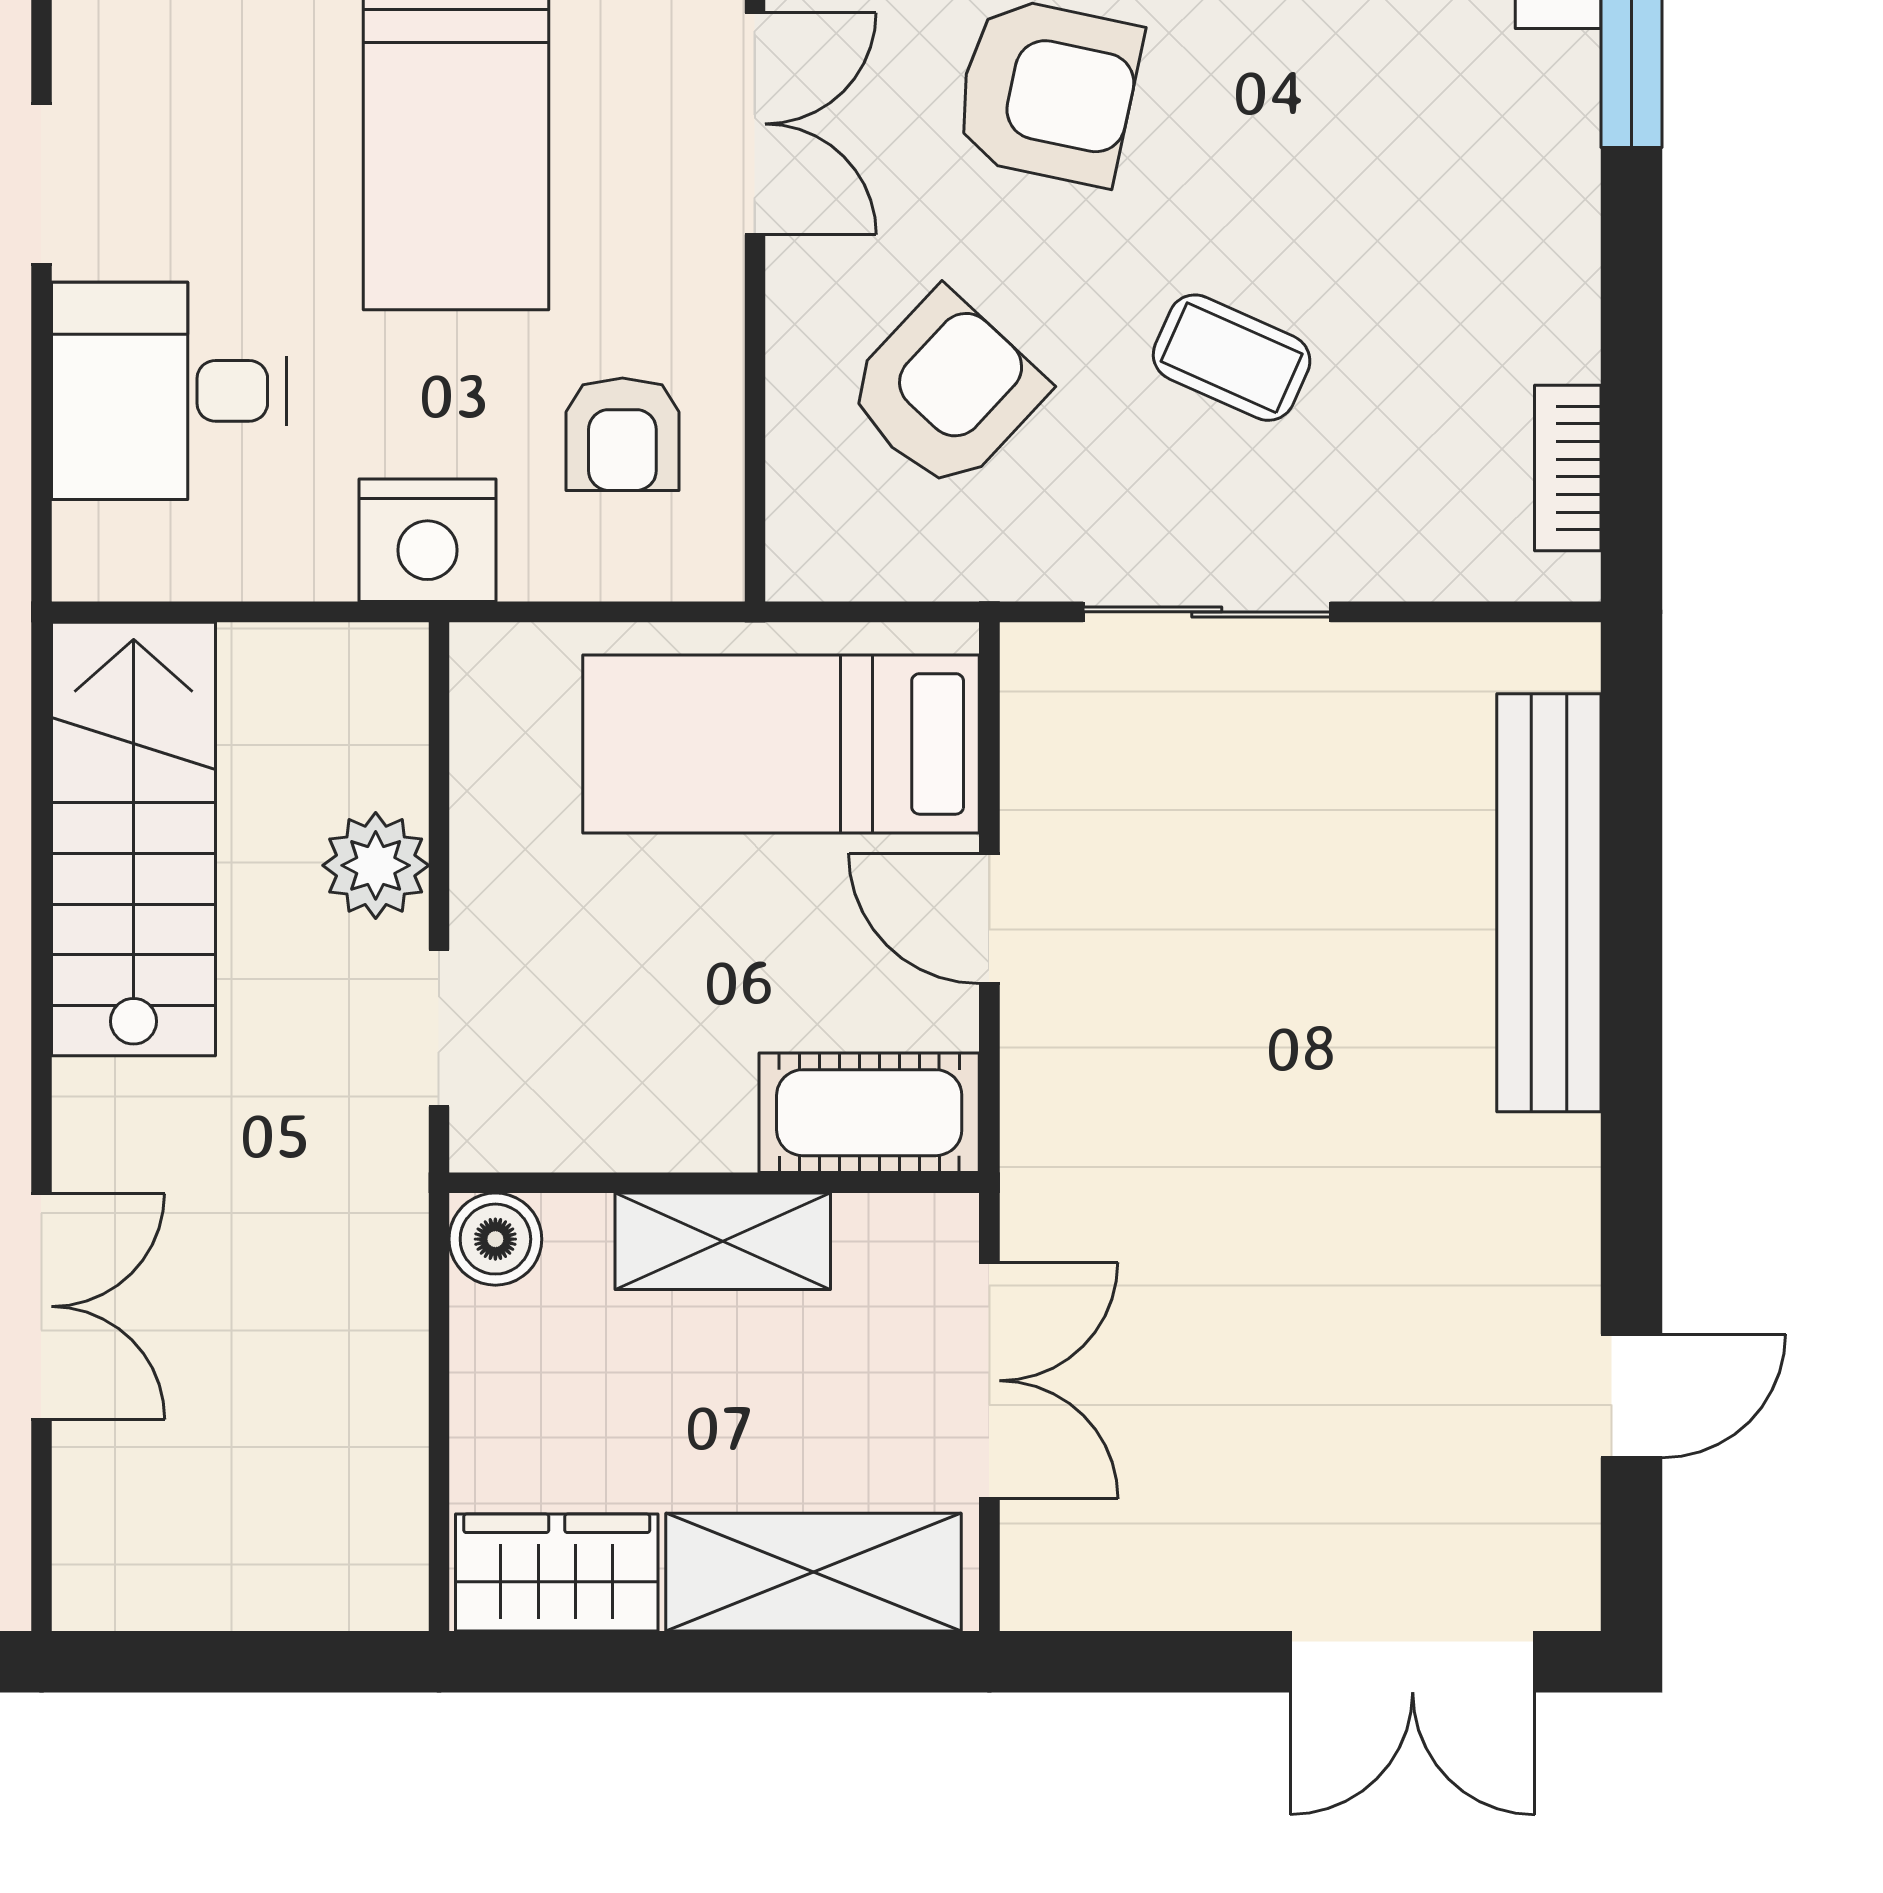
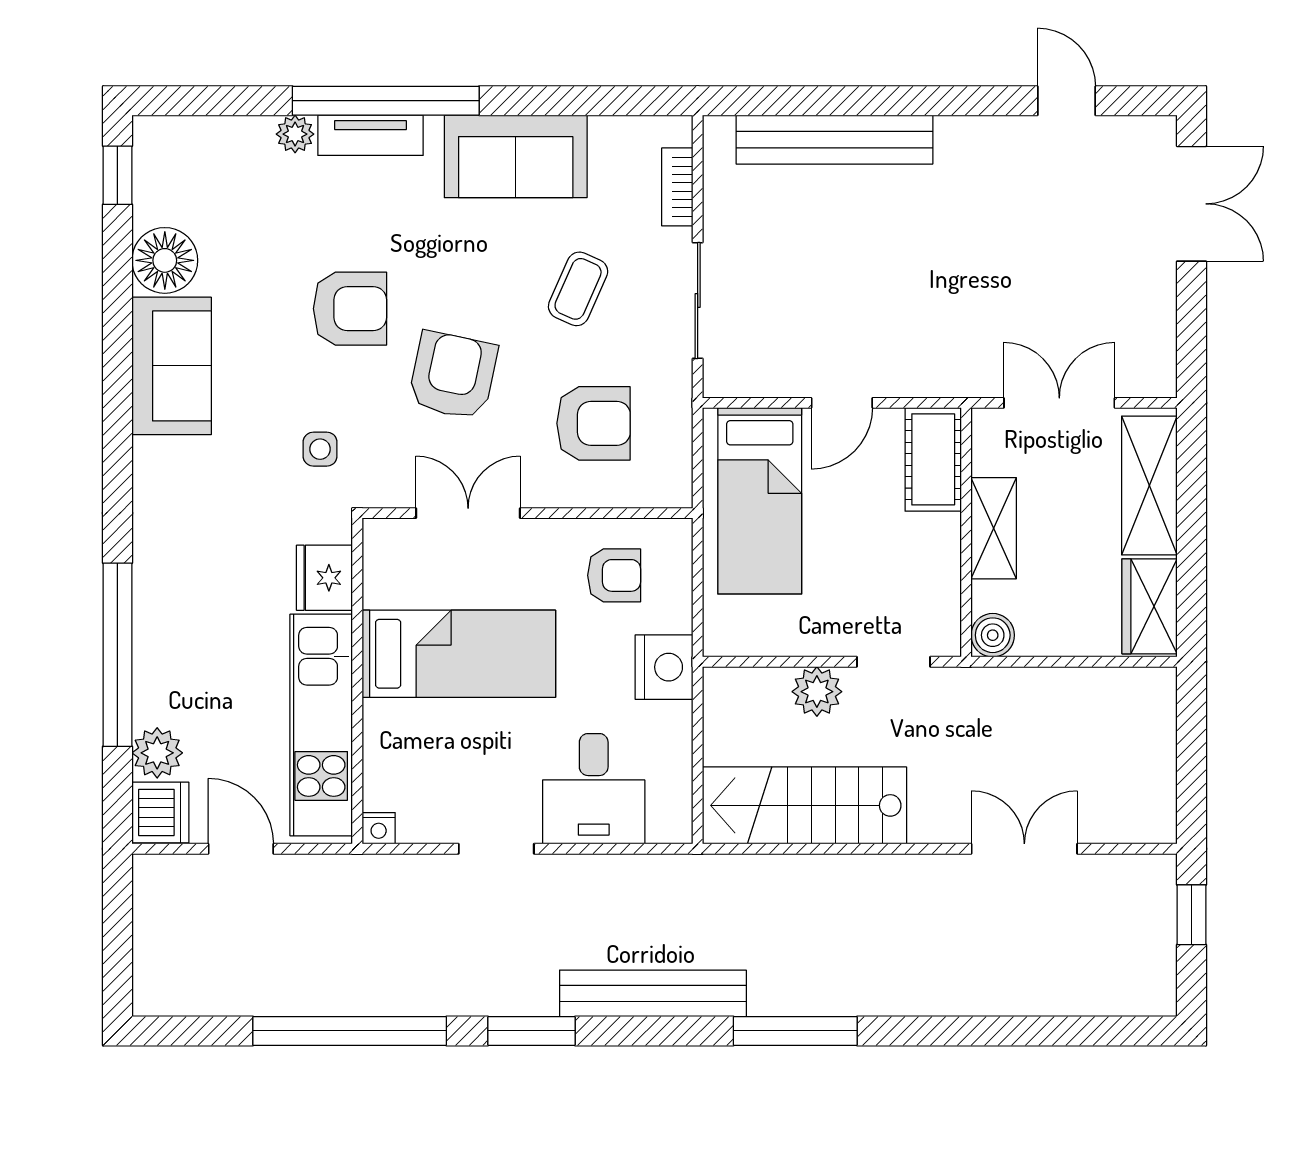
sofa: (1513, 225) -> (516, 156), added
armchair: (946, 391) -> (594, 423), turned 137
bookcase: (1568, 468) -> (677, 187), moved, turned 90

